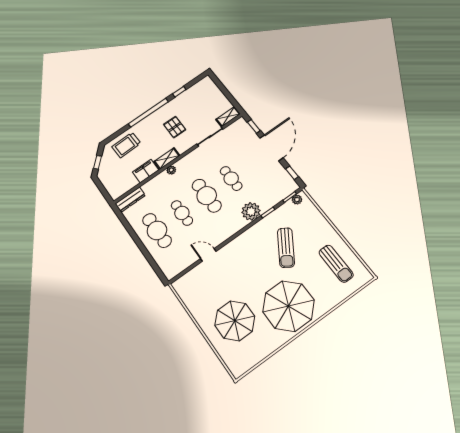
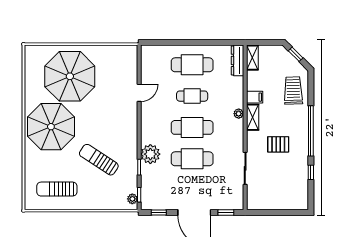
shelving: (228, 117) -> (252, 58), moved
filing cabinet: (146, 171) -> (255, 97), width x0.50
cafe table: (231, 178) -> (192, 159), width x1.37, depth x1.35
parasol: (235, 321) -> (70, 76), width x1.36, depth x1.36

